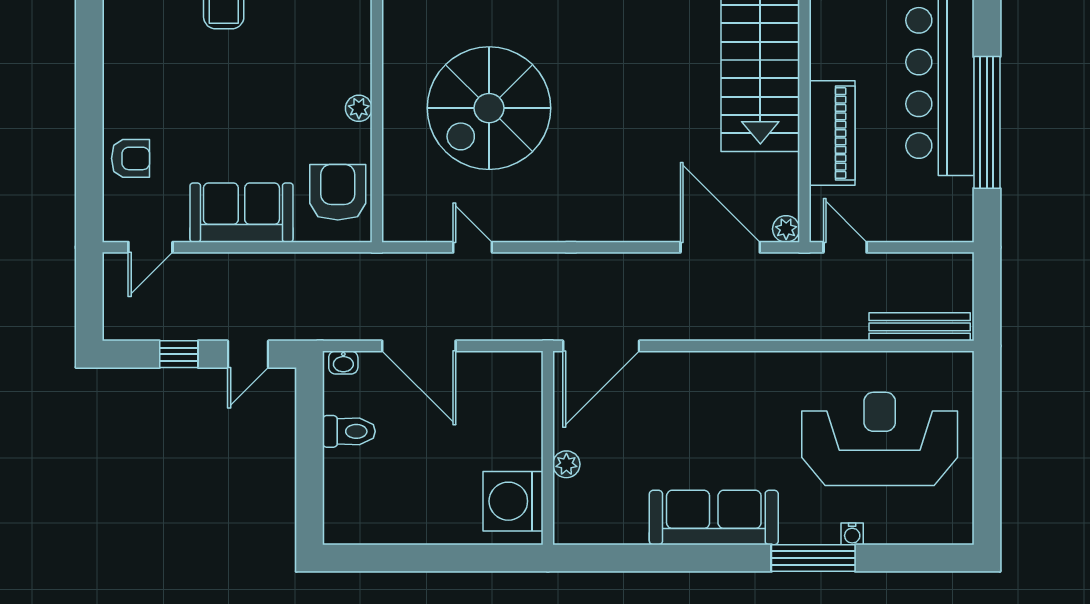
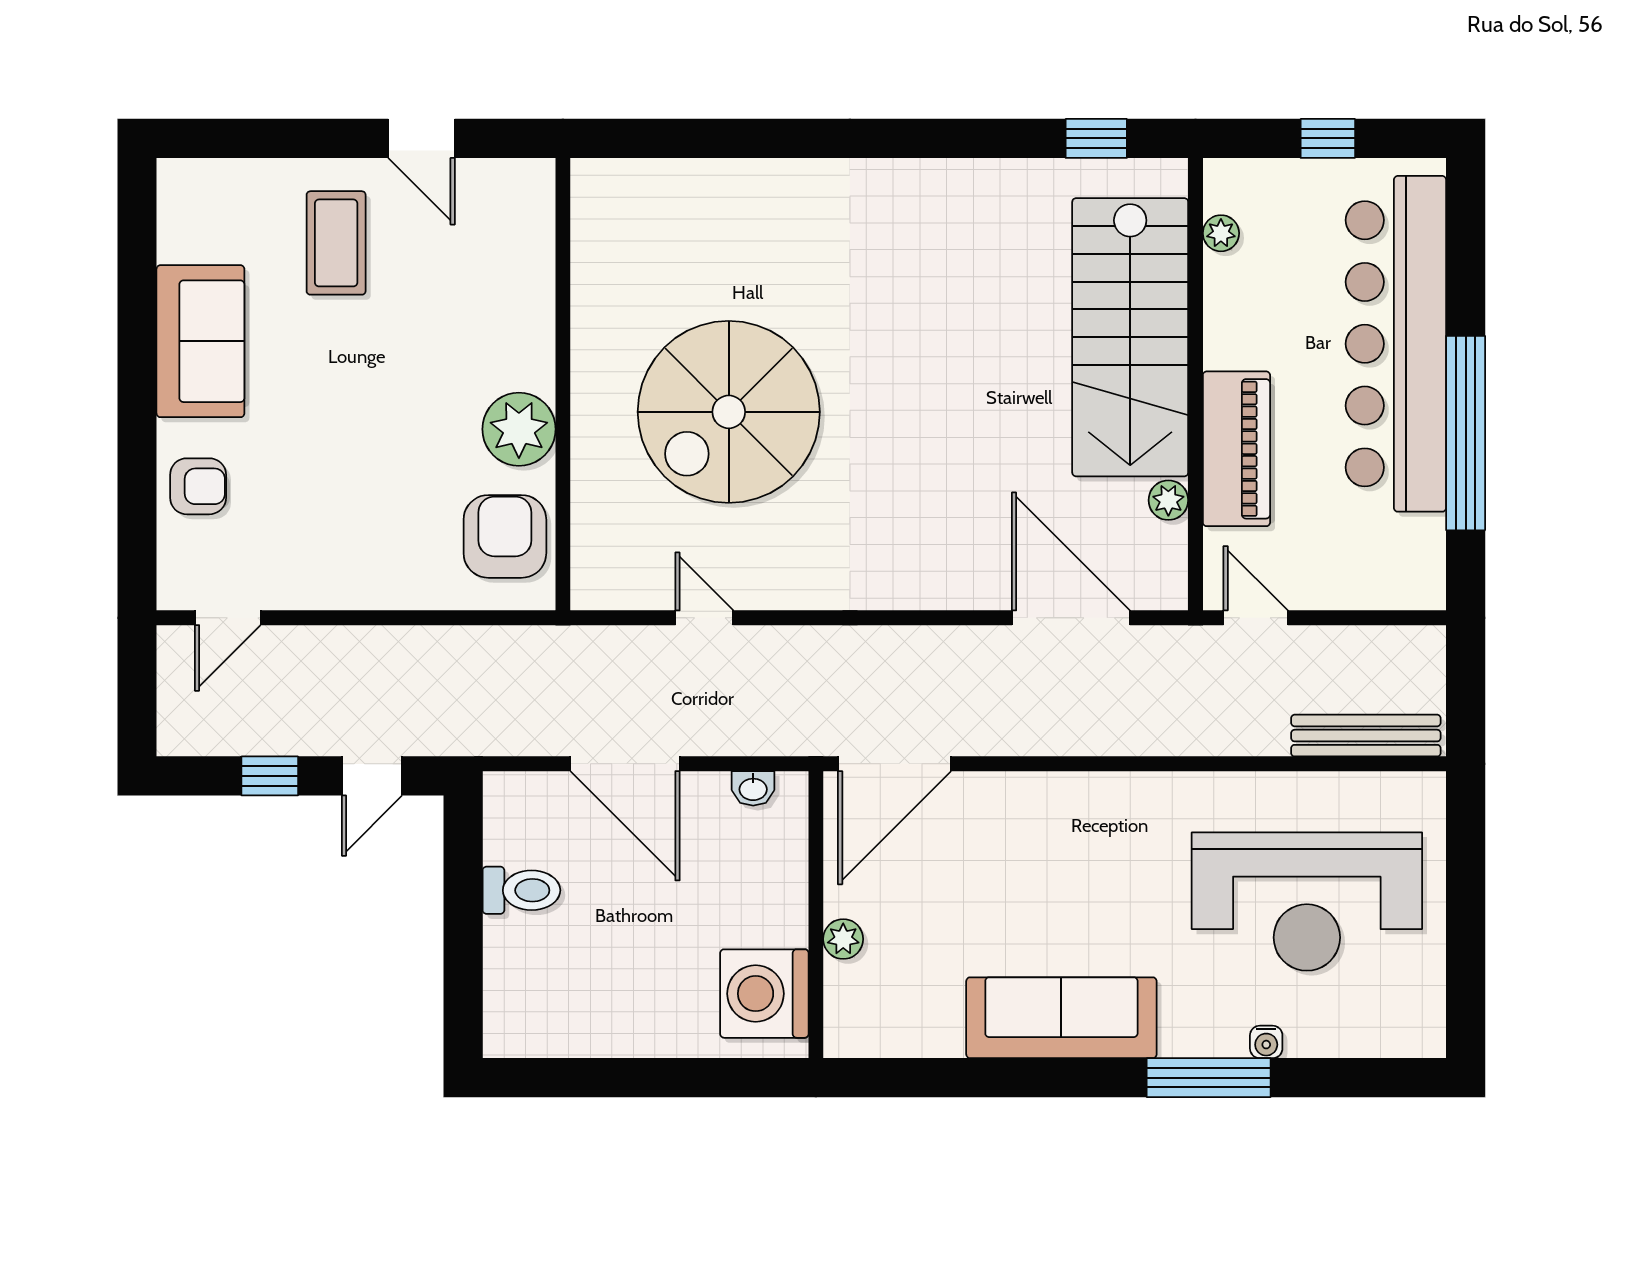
plant: (359, 108) -> (519, 429), width x1.88, depth x1.88
sofa: (241, 213) -> (200, 341), moved, turned 90
plant: (786, 229) -> (1168, 500), moved
washbasin: (343, 363) -> (753, 788), moved
reception desk: (880, 439) -> (1307, 901), turned 180

